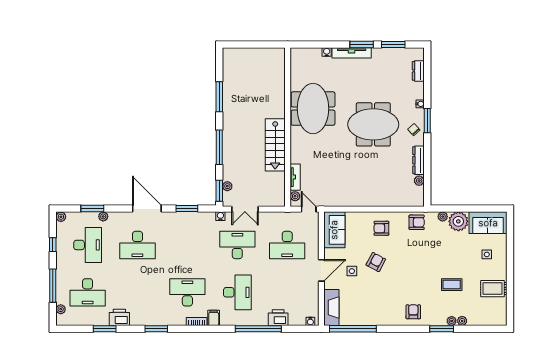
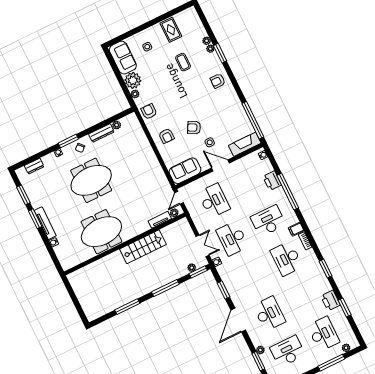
meeting table: (373, 124) -> (91, 180), turned 90

